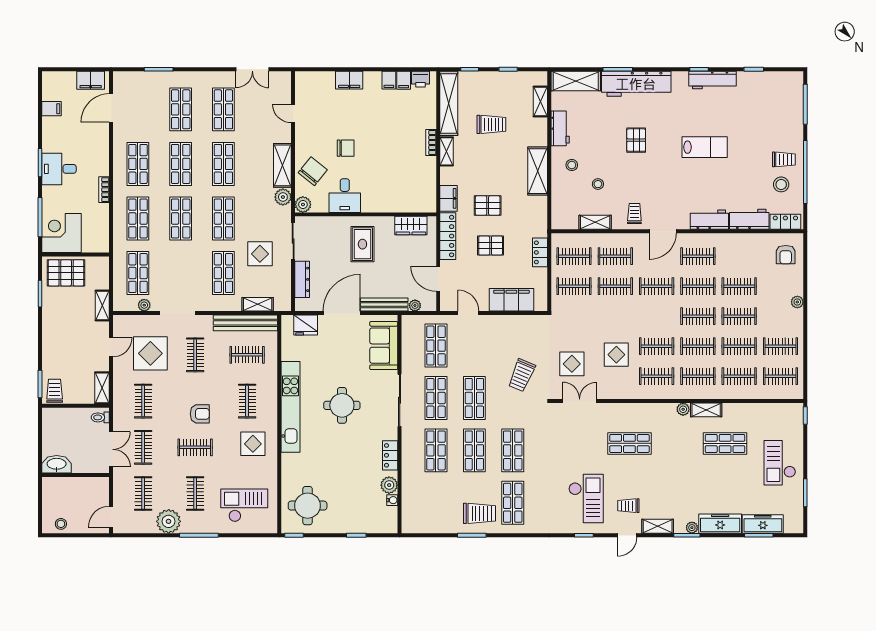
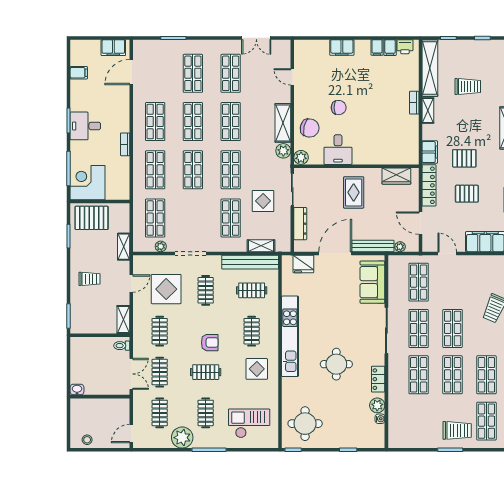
chair: (313, 171) -> (310, 128), turned 64
trolley: (55, 391) -> (90, 279), moved, turned 90
round table: (342, 405) -> (336, 364), moved
washbasin: (57, 464) -> (77, 390), width x0.52, depth x0.69

